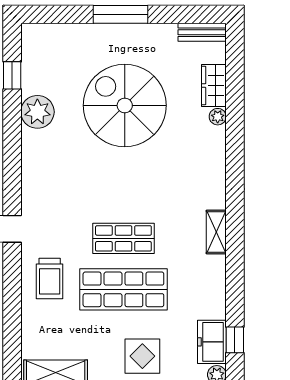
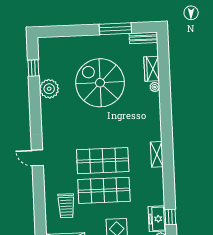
window: (121, 14) -> (115, 29), moved
shop shelf: (123, 238) -> (103, 161), width x1.43, depth x1.36
trolley: (50, 279) -> (66, 206), moved

